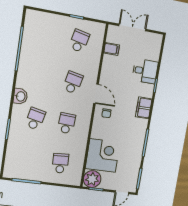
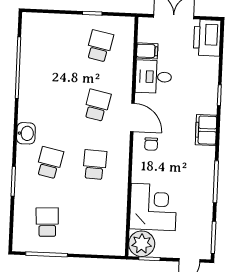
printer: (153, 45) -> (207, 38), added
desk: (145, 71) -> (153, 77), moved, turned 180
school desk: (60, 163) -> (47, 222), moved

